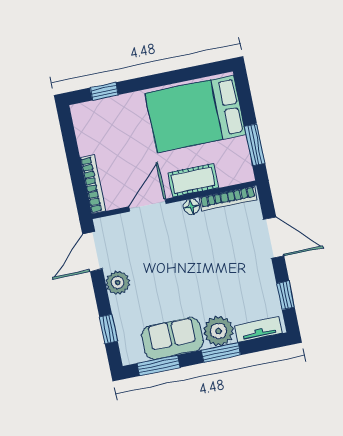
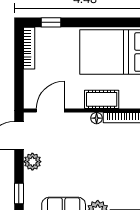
bookcase: (93, 184) -> (29, 48), moved
door: (148, 205) -> (50, 111), moved

